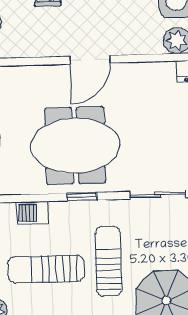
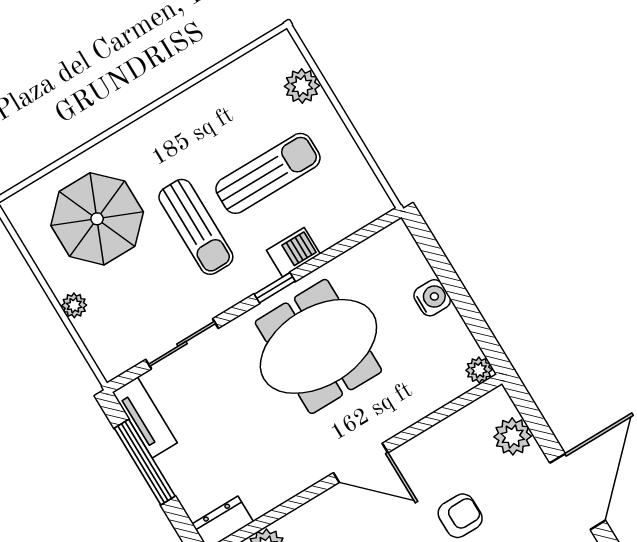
door: (90, 60) -> (361, 463), swing flipped
barbecue: (32, 213) -> (293, 252), moved

